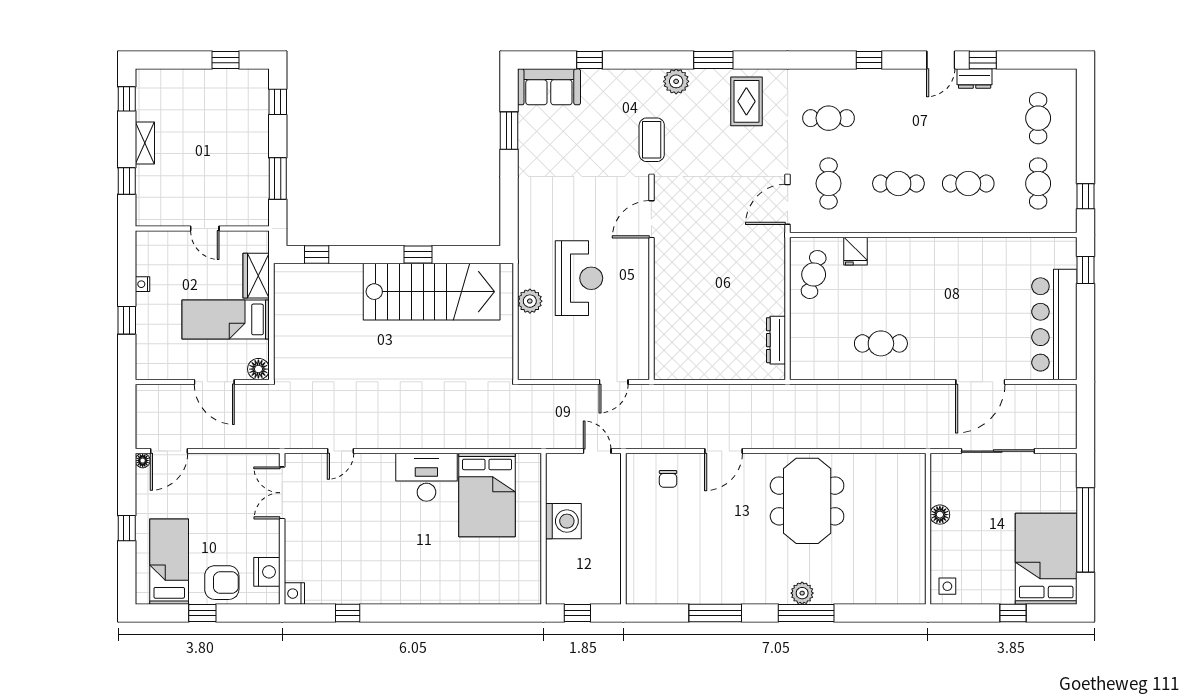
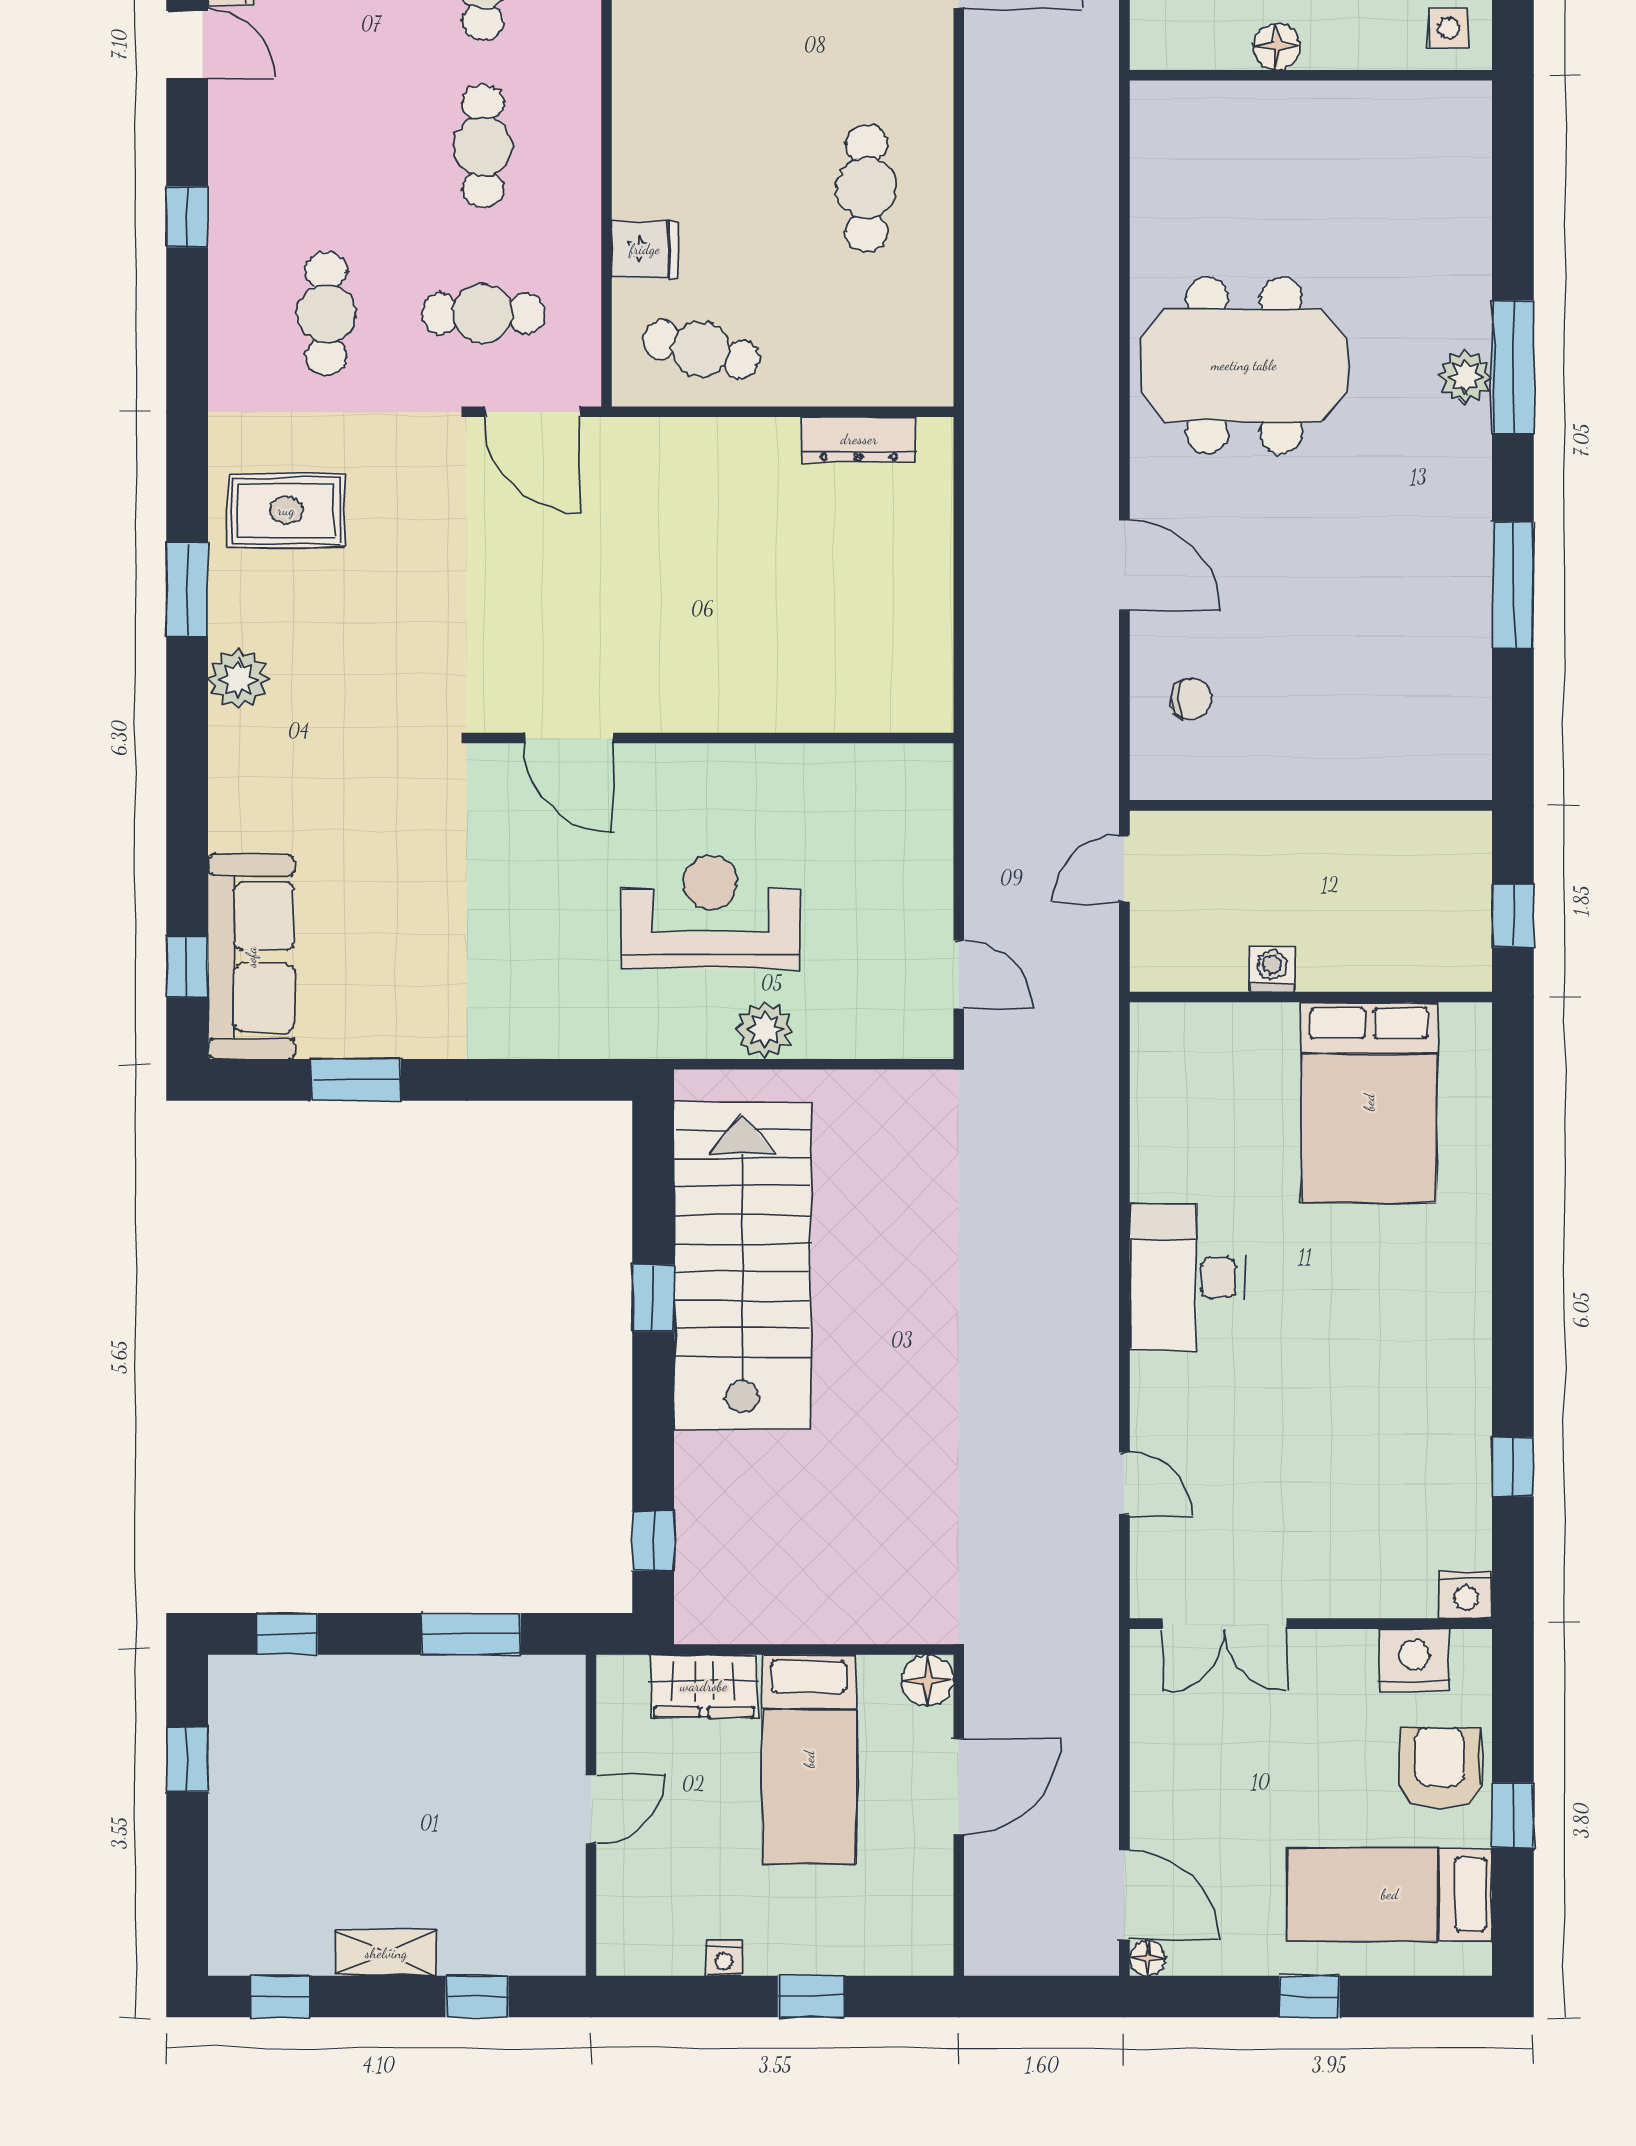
window: (590, 60) -> (187, 967), moved
sofa: (549, 87) -> (251, 957), width x1.36
coffee table: (652, 140) -> (378, 738), removed
door: (614, 382) -> (959, 975), moved
bed: (487, 495) -> (1369, 1102), moved, turned 90
washing machine: (563, 521) -> (1272, 969), width x0.53, depth x0.53

